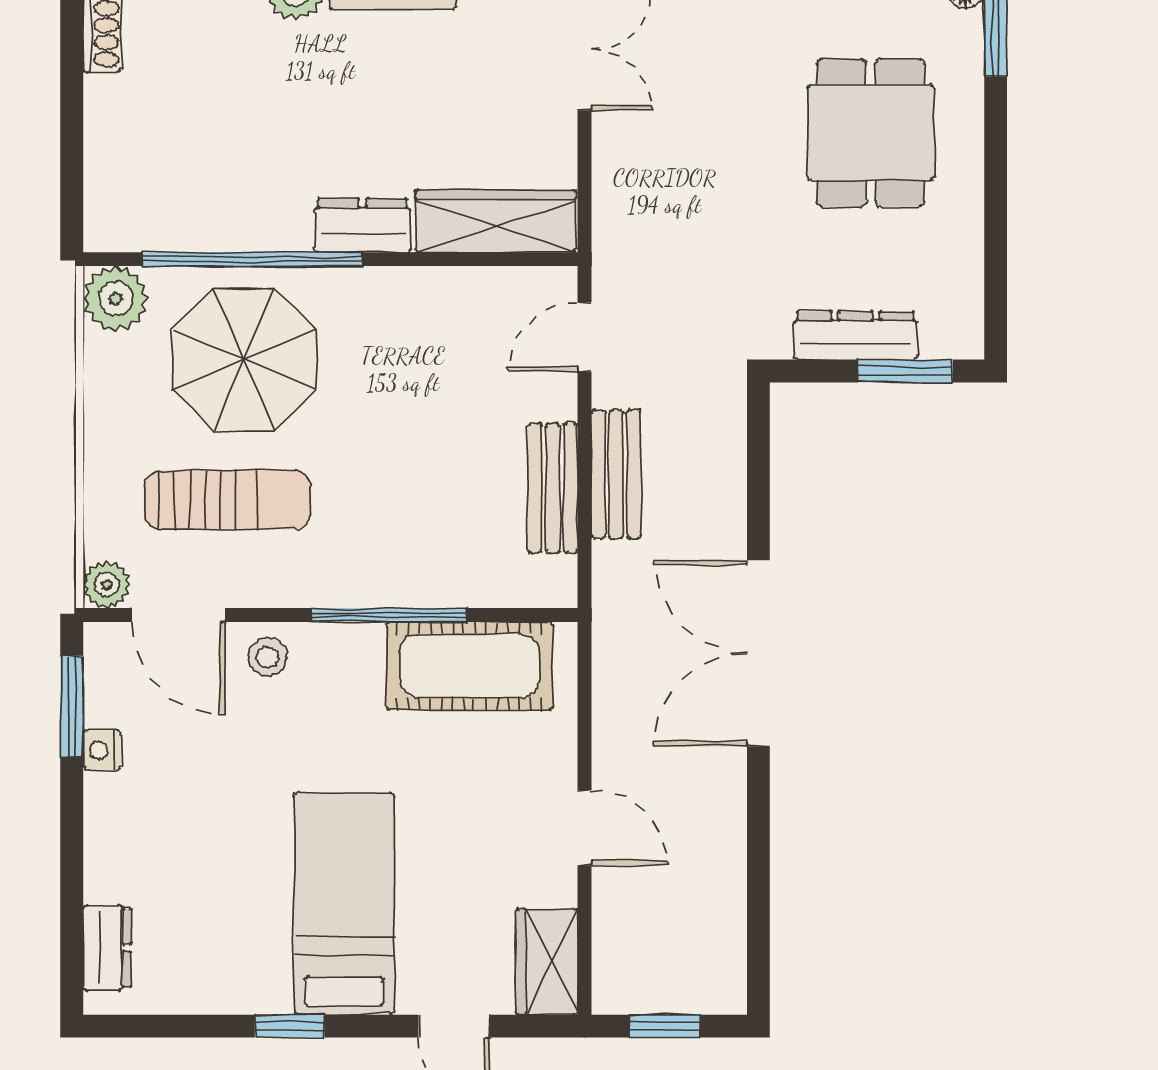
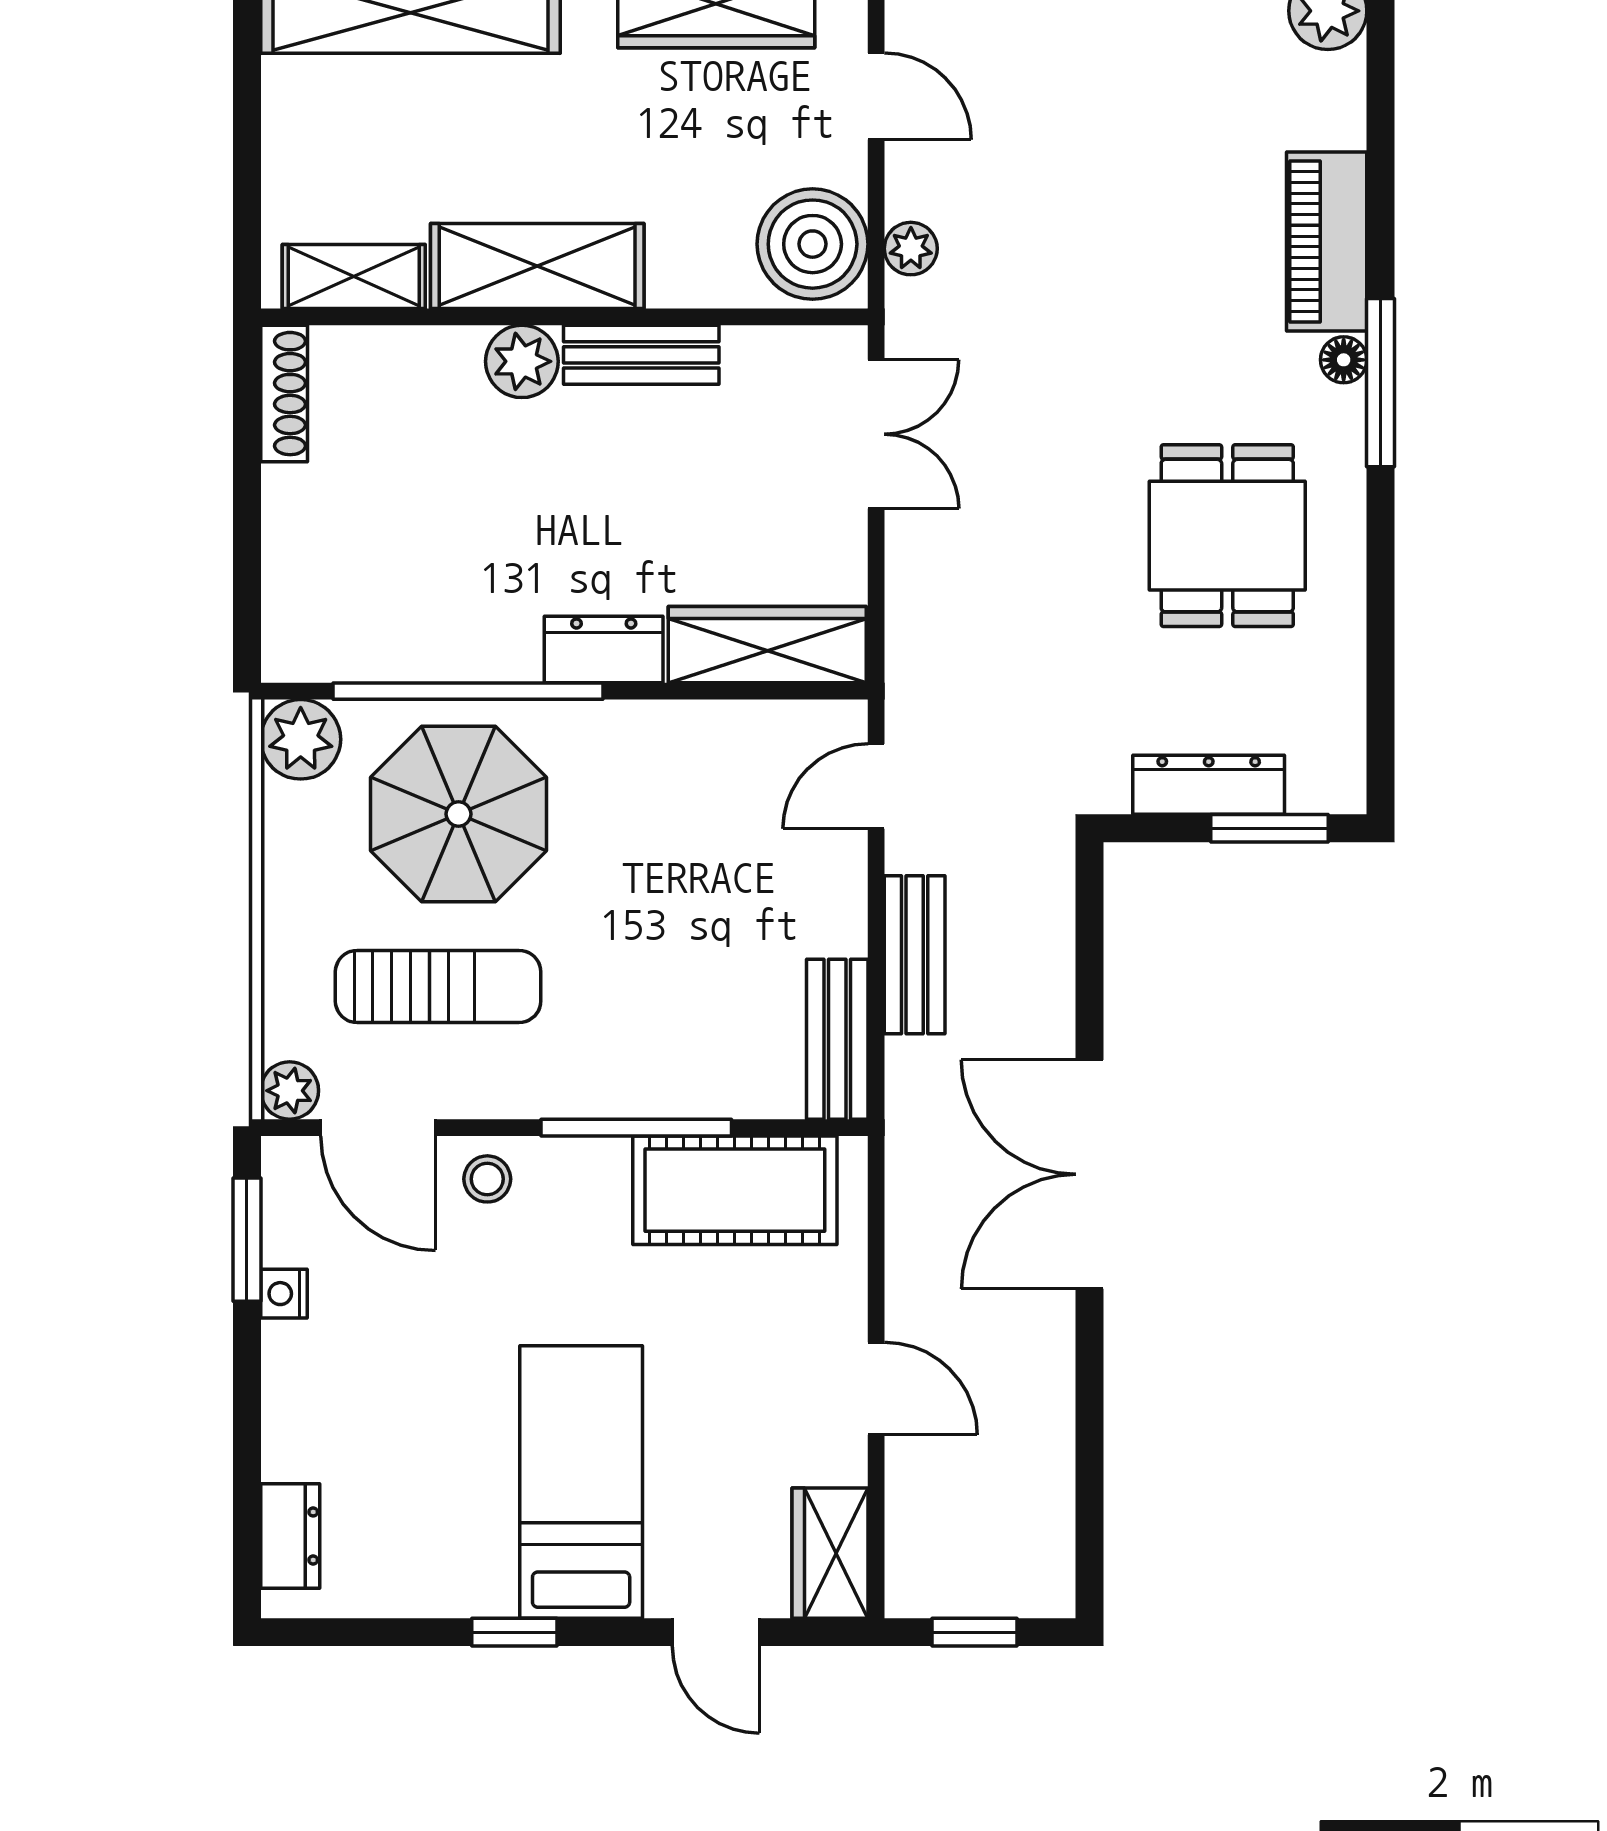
bench: (553, 488) -> (837, 1039), moved

